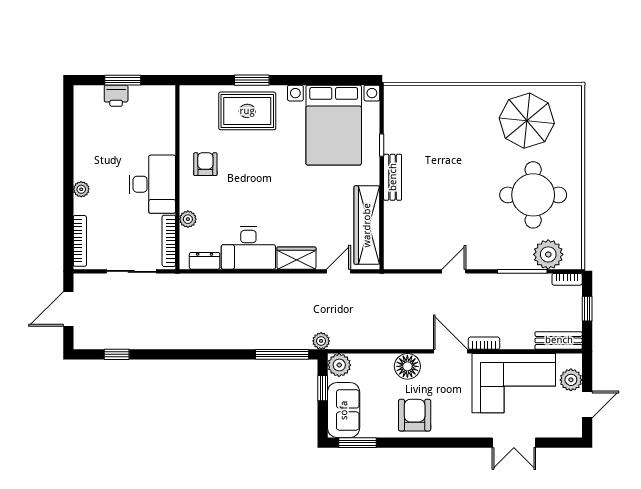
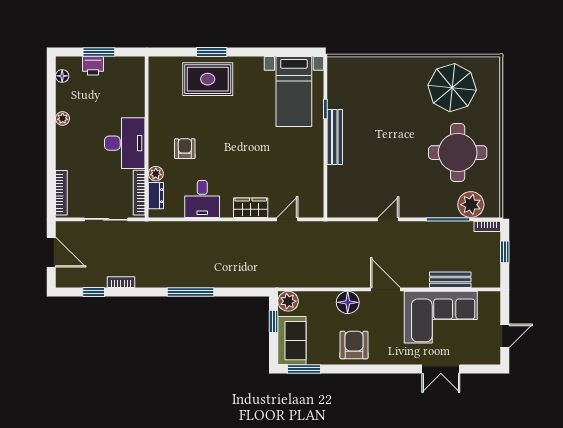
floor lamp: (81, 107) -> (62, 76), added
bed with nightstands: (334, 125) -> (294, 91), width x0.73
armchair: (205, 164) -> (185, 149), moved
bench: (393, 177) -> (335, 137), width x1.36
plant: (81, 189) -> (63, 118), moved
wardrobe: (367, 225) -> (312, 179), removed
desk: (248, 248) -> (202, 199), width x0.73
dresser: (205, 261) -> (156, 196), moved, turned 90
door: (68, 309) -> (51, 252), swing flipped
bench: (559, 340) -> (450, 280), moved
plant: (321, 341) -> (272, 280), removed
bookcase: (484, 343) -> (121, 282), moved
window: (282, 354) -> (191, 292), moved
plant: (571, 380) -> (491, 314), removed

